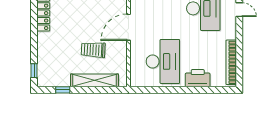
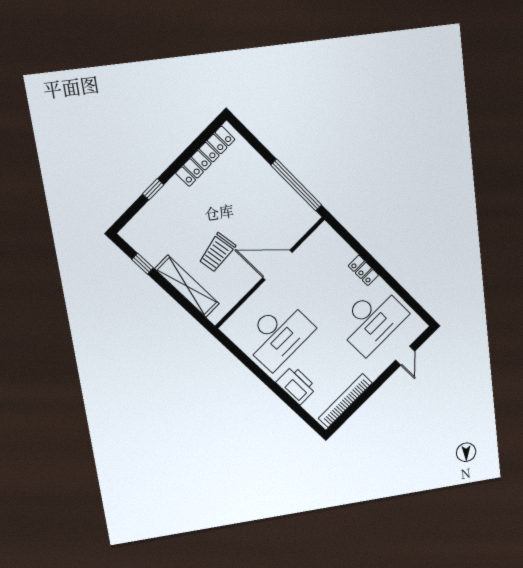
trolley: (93, 50) -> (217, 253), turned -101
window: (34, 71) -> (153, 189), moved

